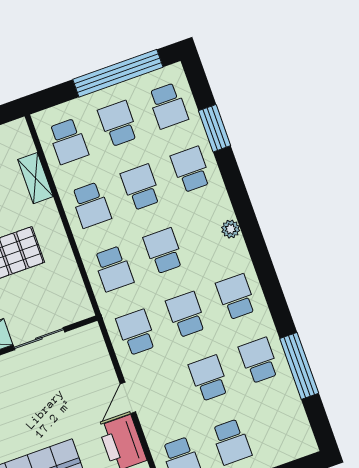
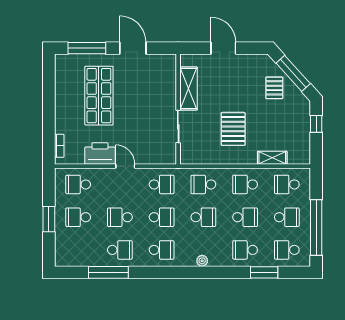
school desk: (191, 169) -> (245, 250), turned 180
school desk: (209, 378) -> (120, 217), turned 180

